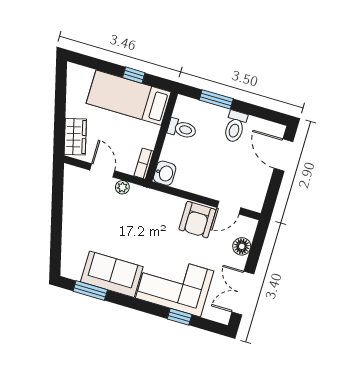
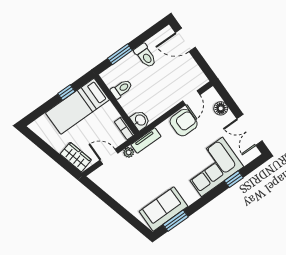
tv unit: (149, 196) -> (146, 141), added
armchair: (197, 220) -> (184, 123), turned -90
sofa: (112, 274) -> (163, 209), moved

